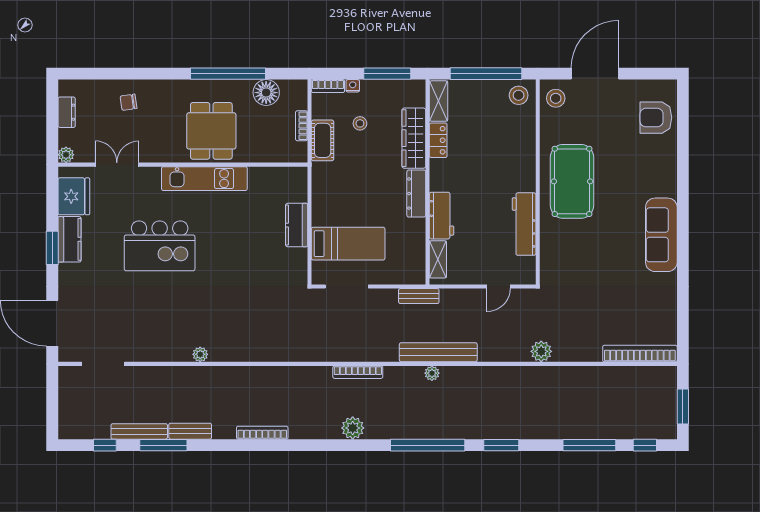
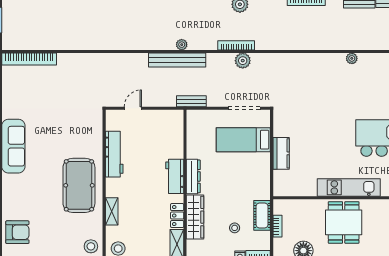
workbench: (442, 216) -> (175, 176), moved
shelving: (438, 259) -> (112, 211), moved
plant: (541, 351) -> (243, 61), moved

